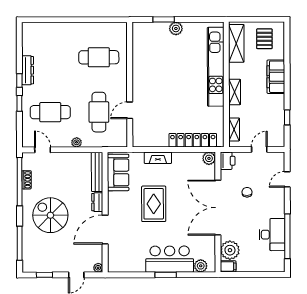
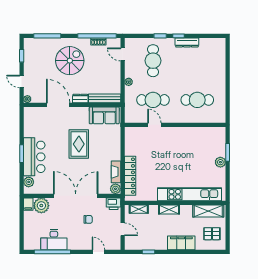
cafe table: (99, 57) -> (197, 100), turned 90
door: (43, 150) -> (123, 54), swing flipped
fireplace: (158, 158) -> (116, 172), moved
rug: (154, 204) -> (79, 144), turned 90

